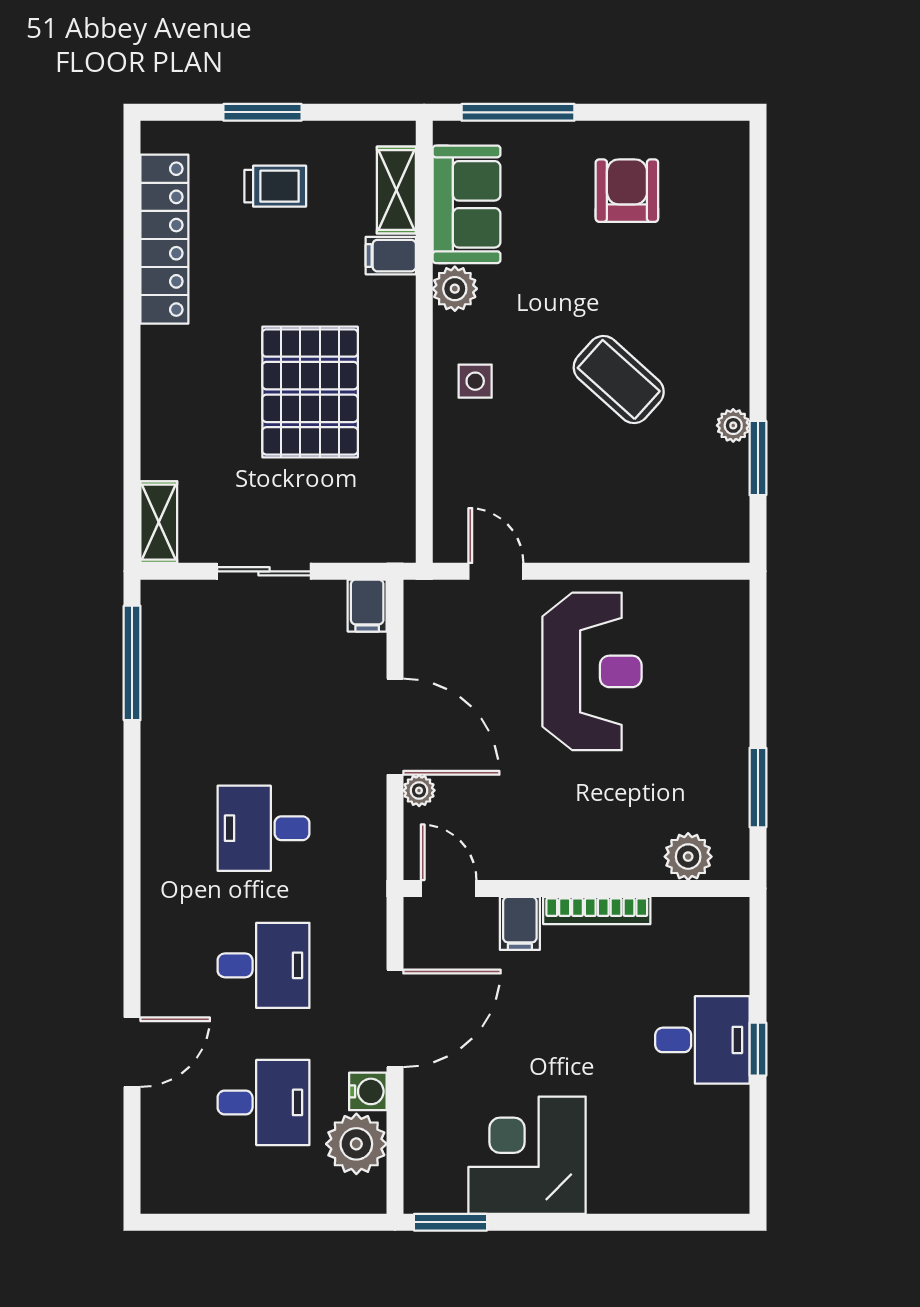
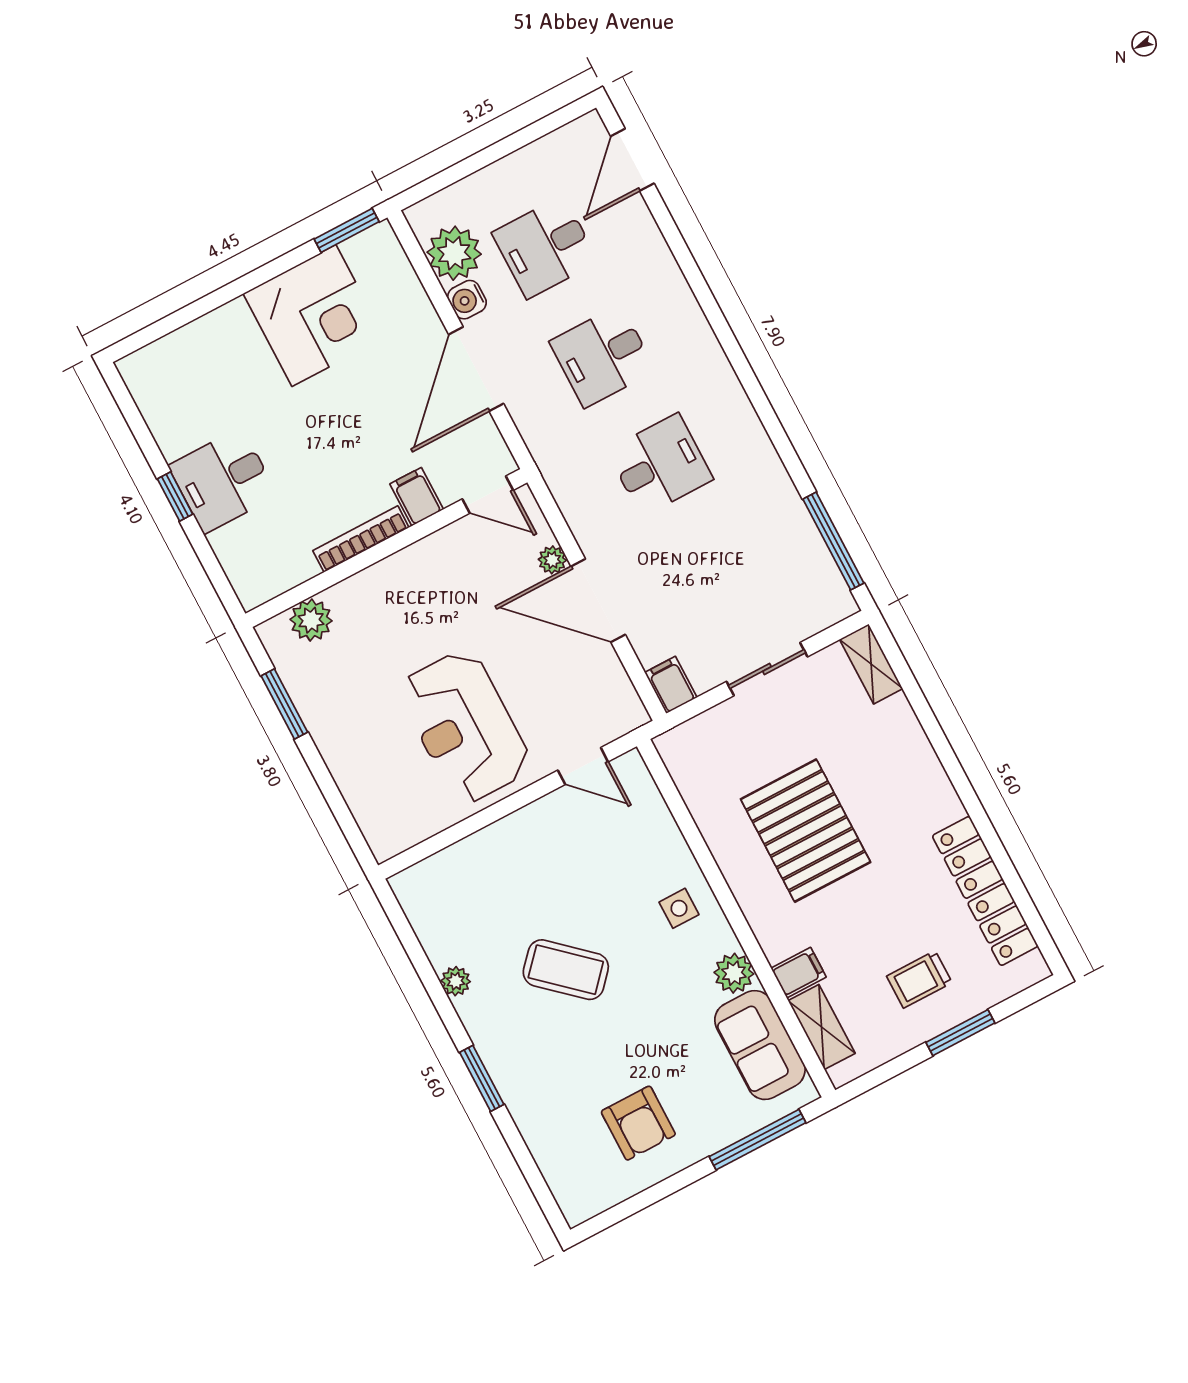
window: (758, 458) -> (482, 1078), moved
door: (132, 1052) -> (632, 160), moved

